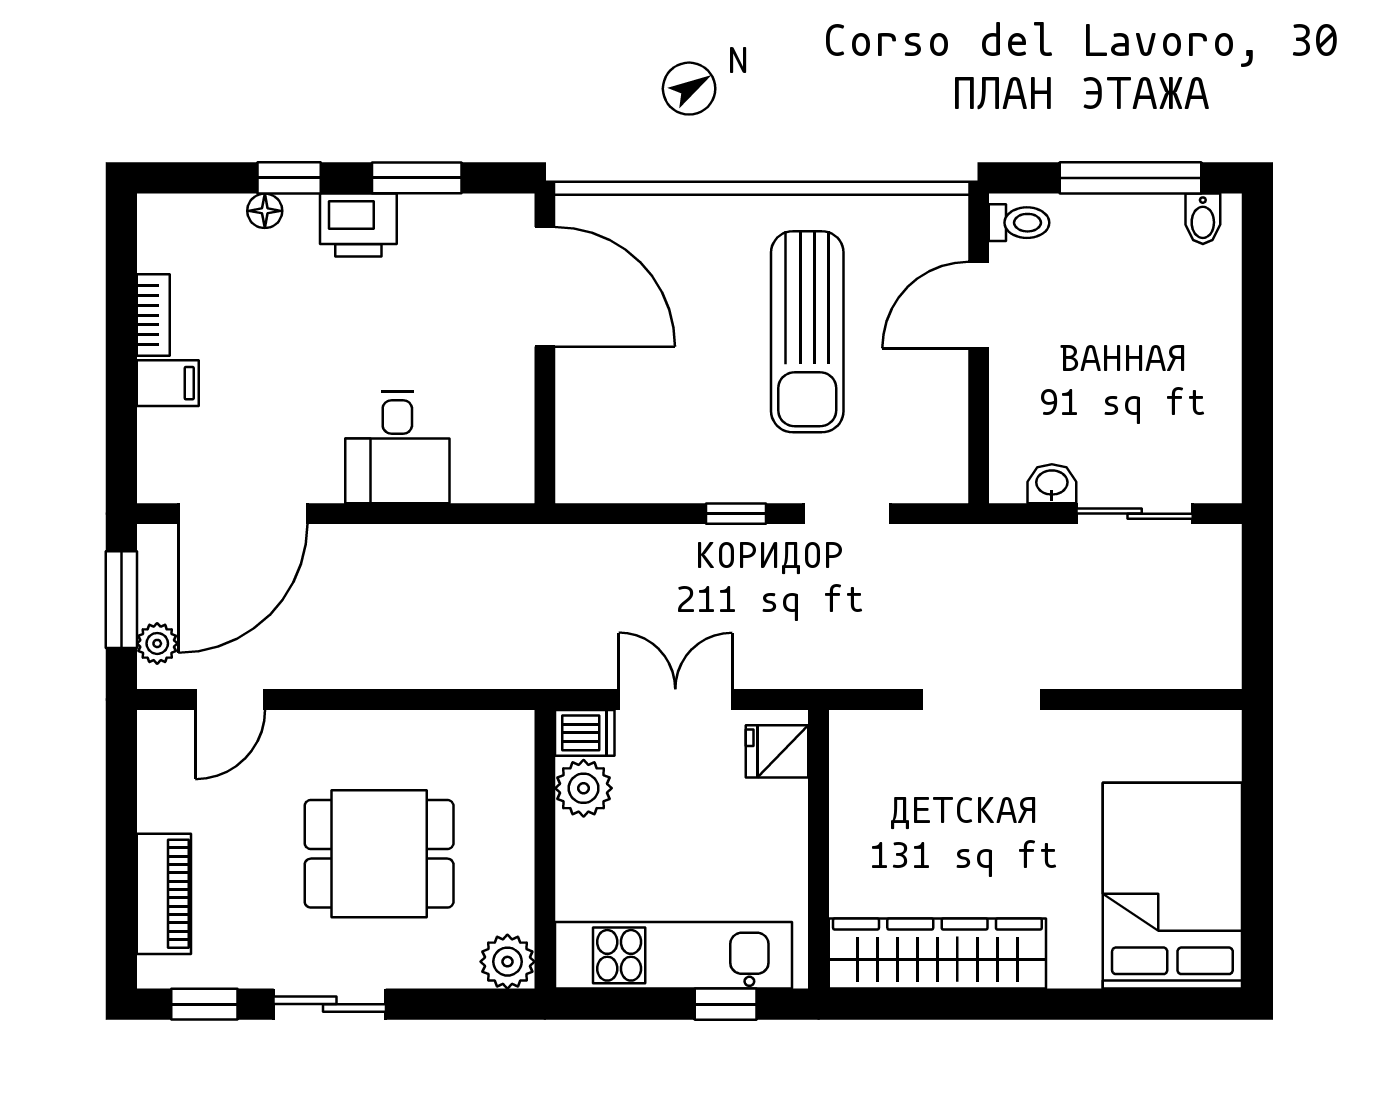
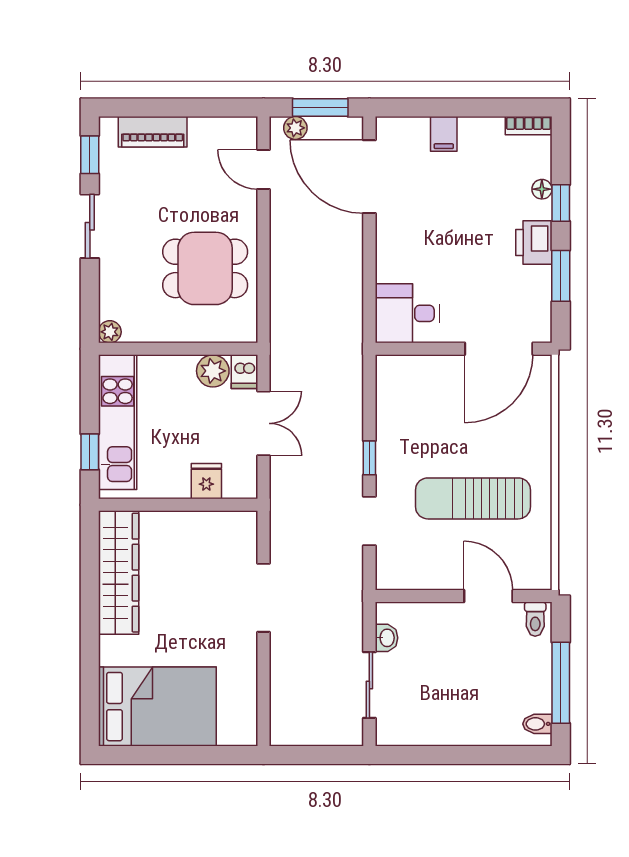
bookcase: (153, 315) -> (529, 126), moved
desk: (397, 447) -> (407, 313), moved
fridge: (777, 751) -> (206, 481), moved
dining table: (379, 854) -> (205, 268), moved, turned 90
plant: (507, 962) -> (110, 332), width x0.73, depth x0.73

